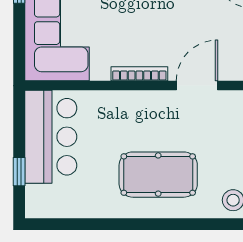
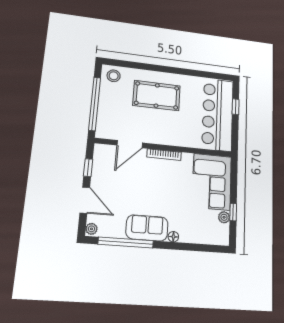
bar counter: (51, 137) -> (218, 114), width x1.36

